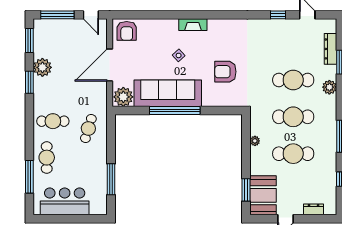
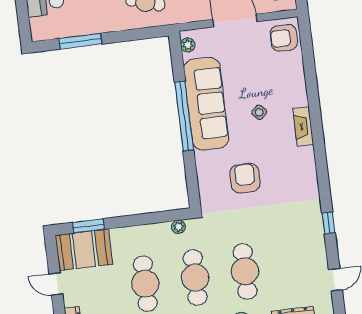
window: (278, 15) -> (329, 223), moved
plant: (123, 97) -> (188, 45), width x0.53, depth x0.53
plant: (255, 141) -> (178, 227), moved

